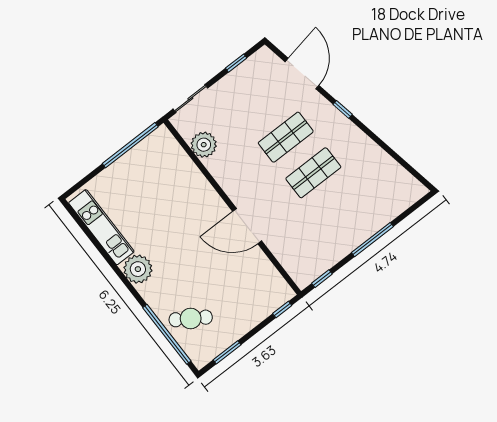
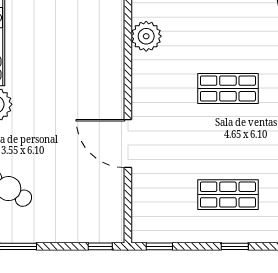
shop shelf: (313, 173) -> (228, 195), moved
window: (372, 240) -> (235, 246), width x0.46

